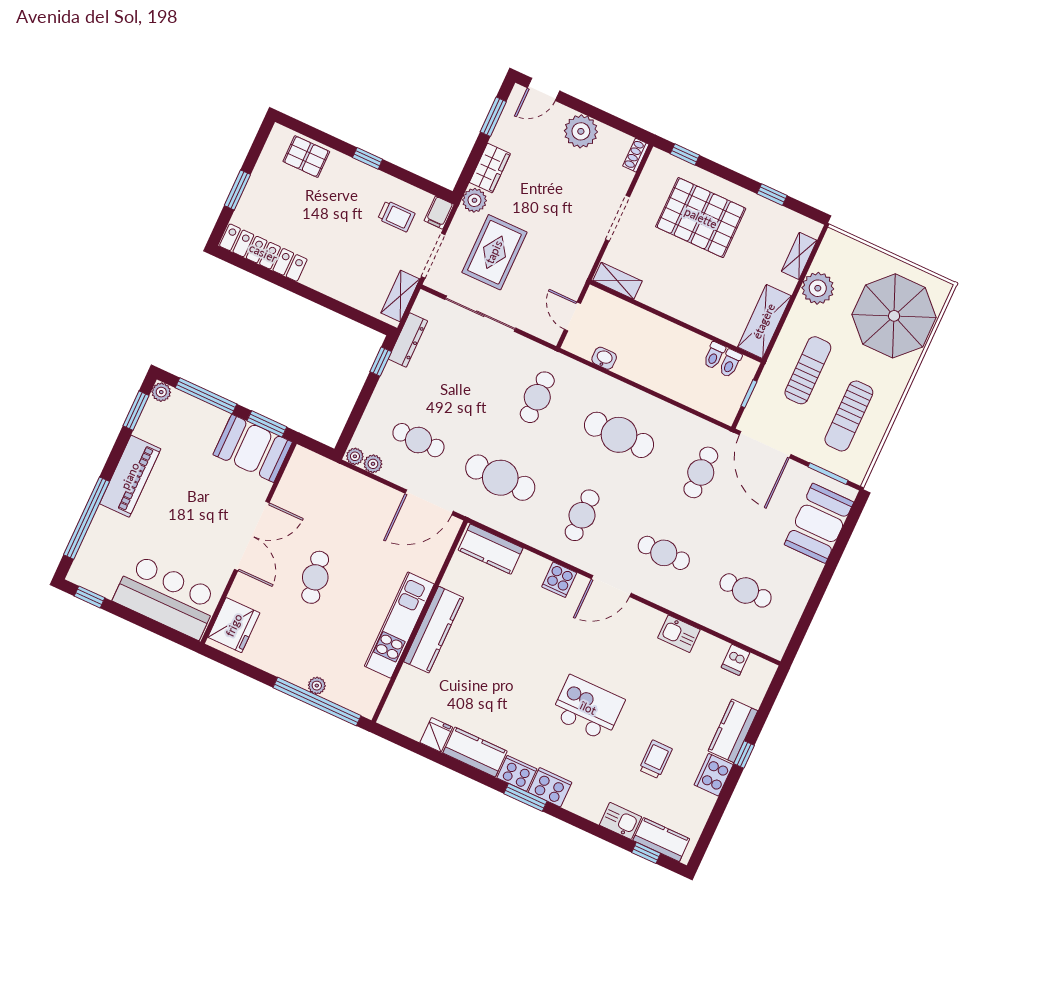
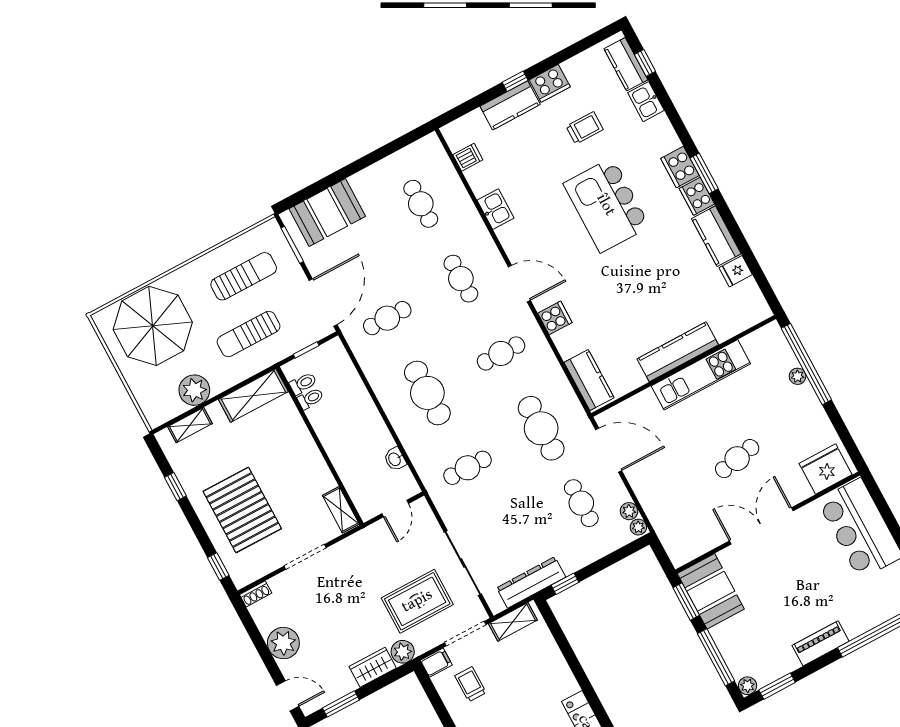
dresser: (408, 340) -> (531, 582), width x1.37, depth x1.24
piano: (130, 476) -> (821, 643), width x0.73, depth x0.75
kitchen island: (588, 708) -> (606, 205), width x1.37, depth x1.28
trolley: (656, 759) -> (585, 128), turned 180

